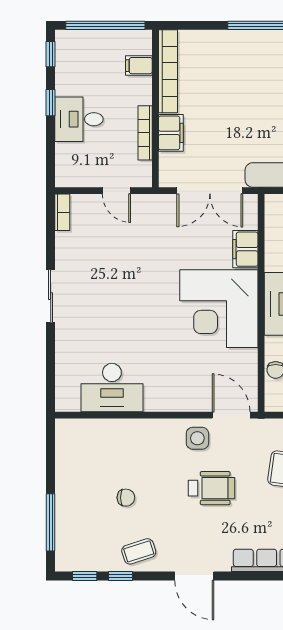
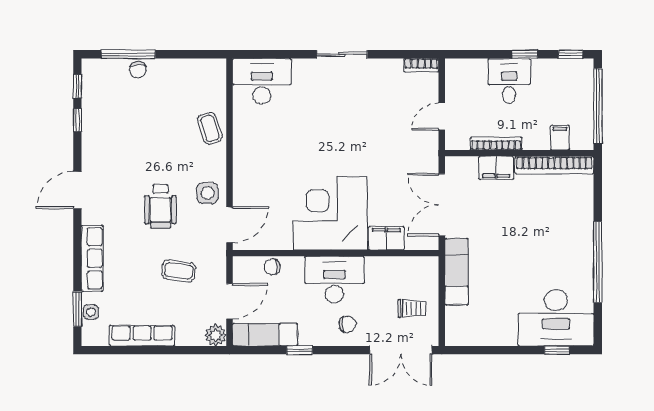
desk: (112, 388) -> (262, 81), moved, turned 90
chair: (126, 498) -> (138, 70), moved
coffee table: (139, 551) -> (210, 128), moved

